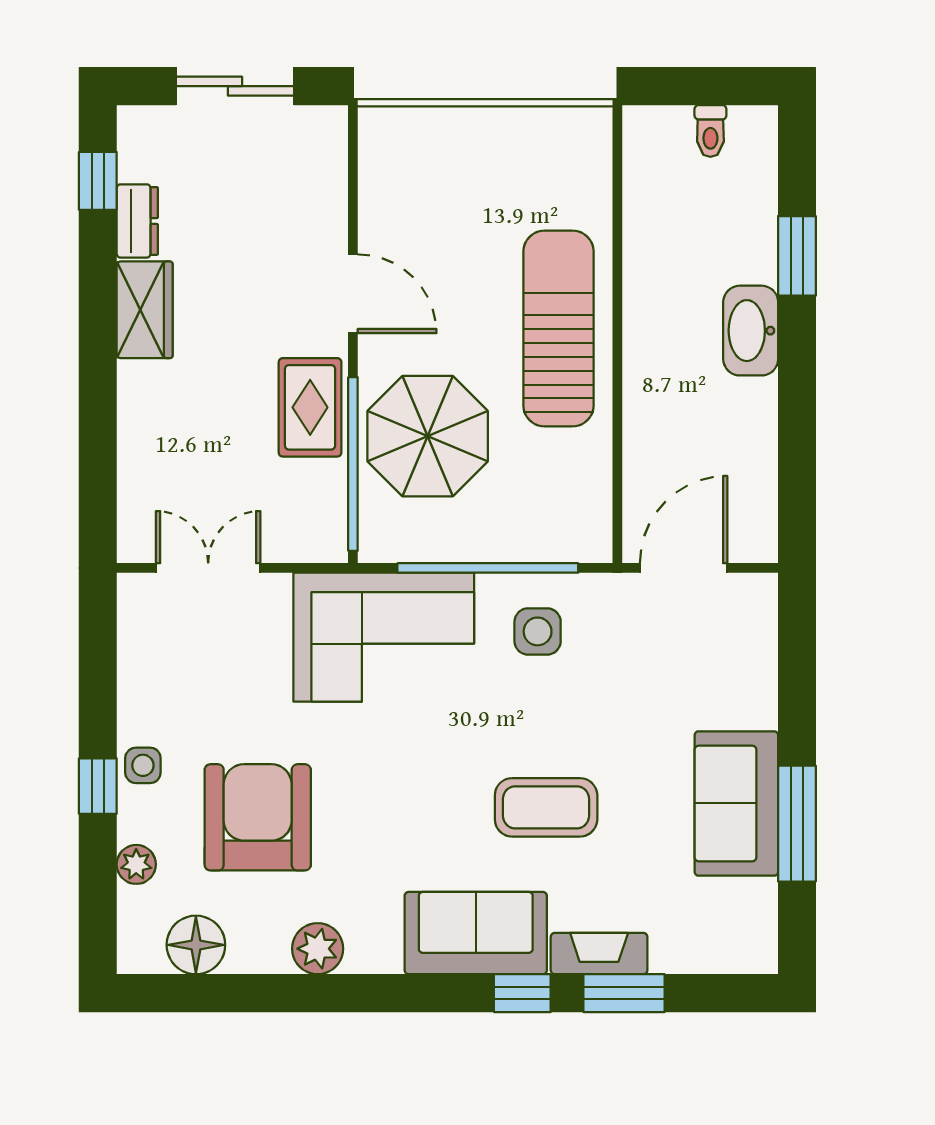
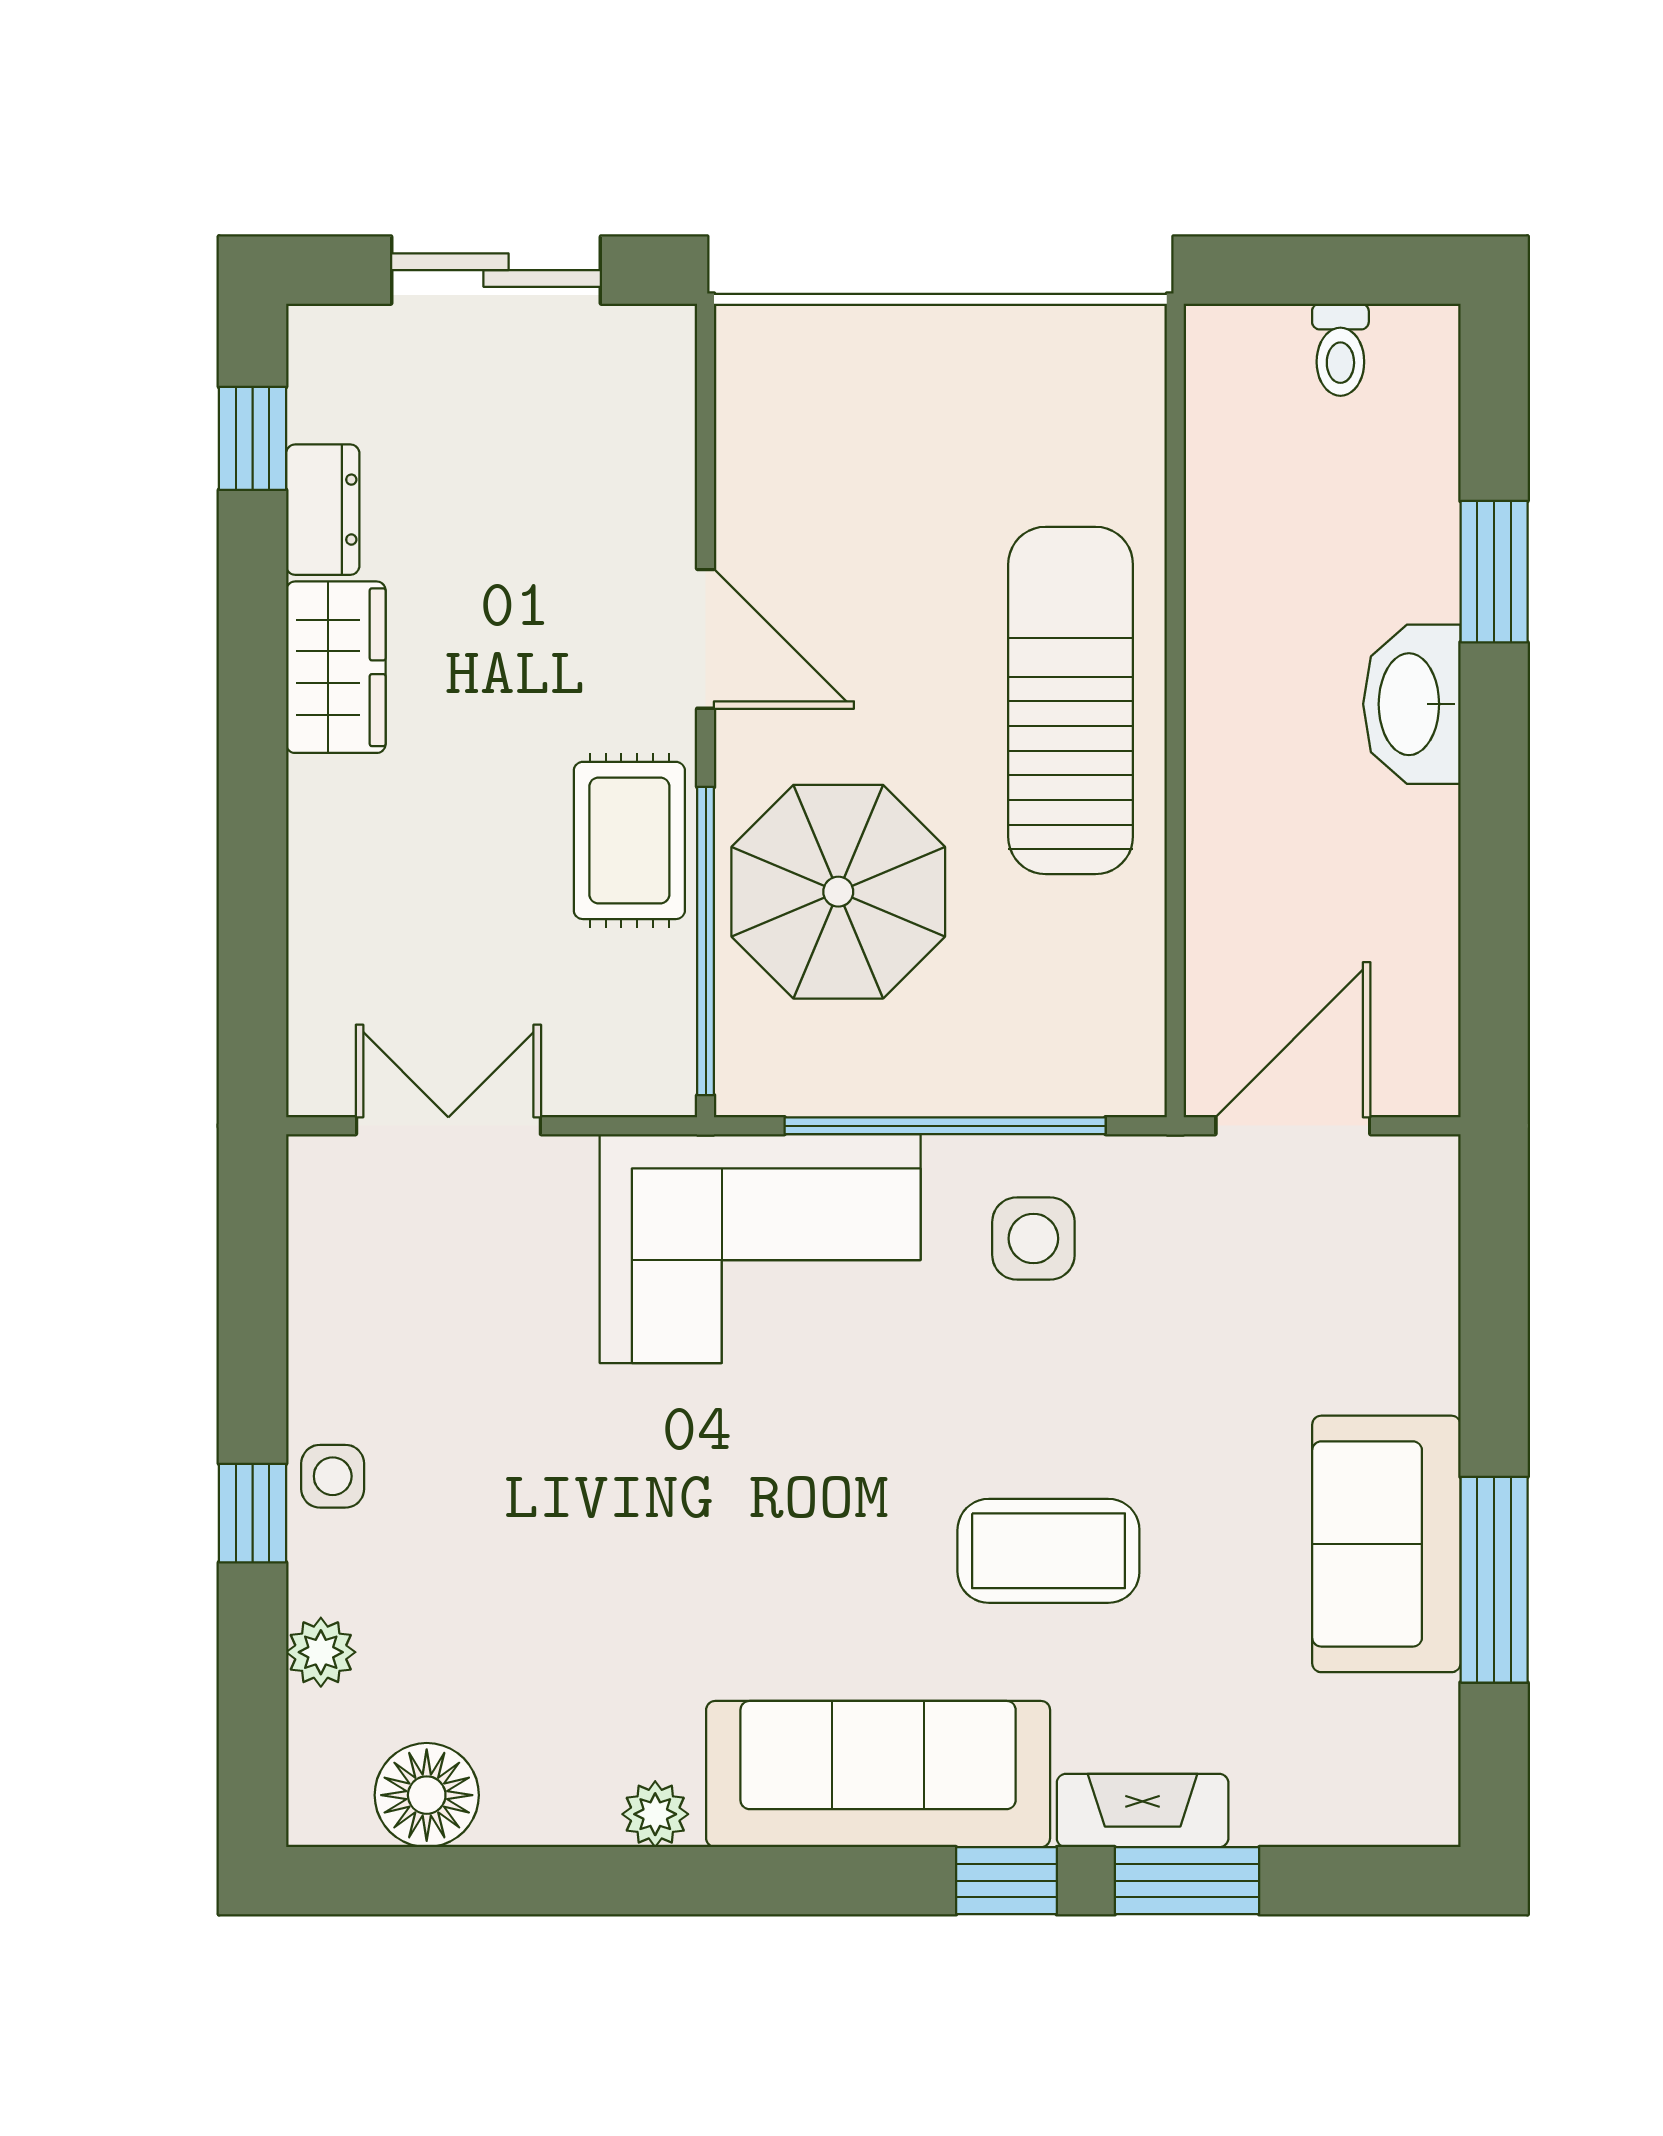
armchair: (258, 817) -> (537, 1569), removed
sofa: (476, 933) -> (878, 1774), width x1.36
plant: (318, 949) -> (655, 1814), width x0.73, depth x0.73

